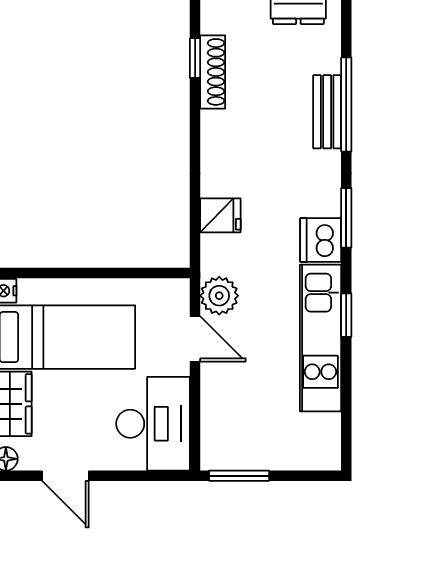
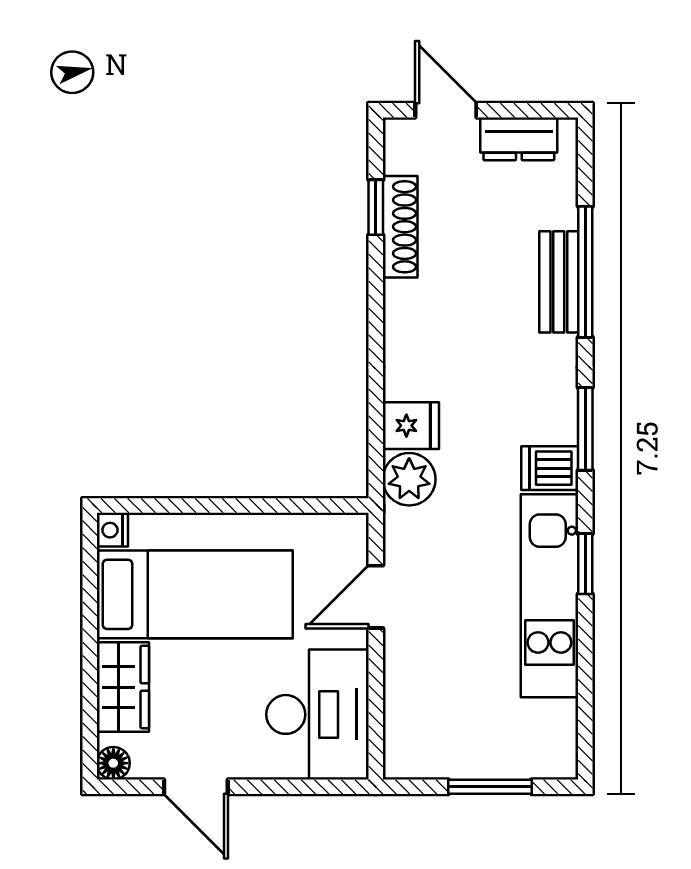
dishwasher: (321, 240) -> (550, 468), width x0.73
plant: (219, 296) -> (409, 479), moved
door: (195, 339) -> (376, 597), swing flipped
window: (239, 476) -> (490, 787), moved

